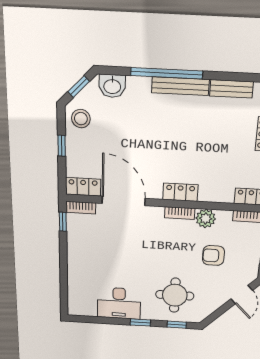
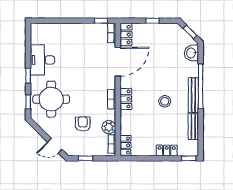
stool: (81, 119) -> (165, 101), moved
plant: (206, 218) -> (109, 127), moved
round table: (175, 295) -> (51, 99), width x1.36, depth x1.36

